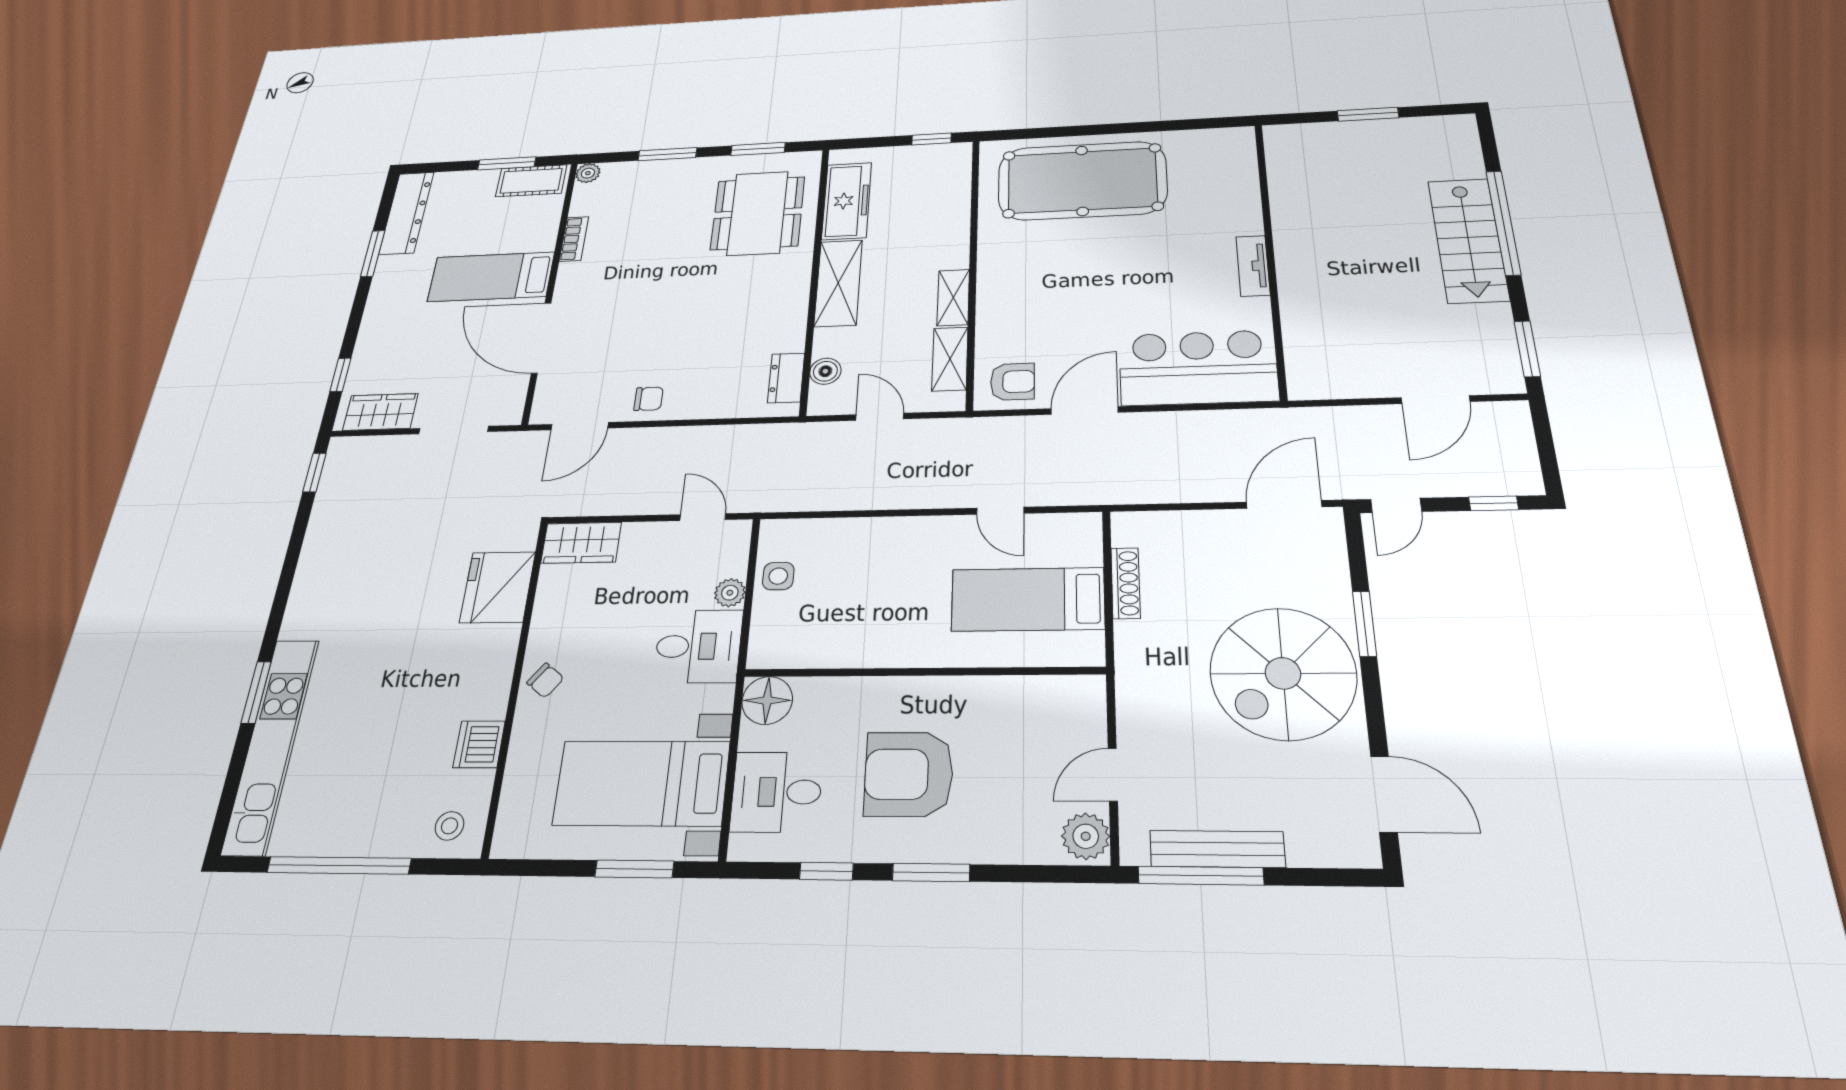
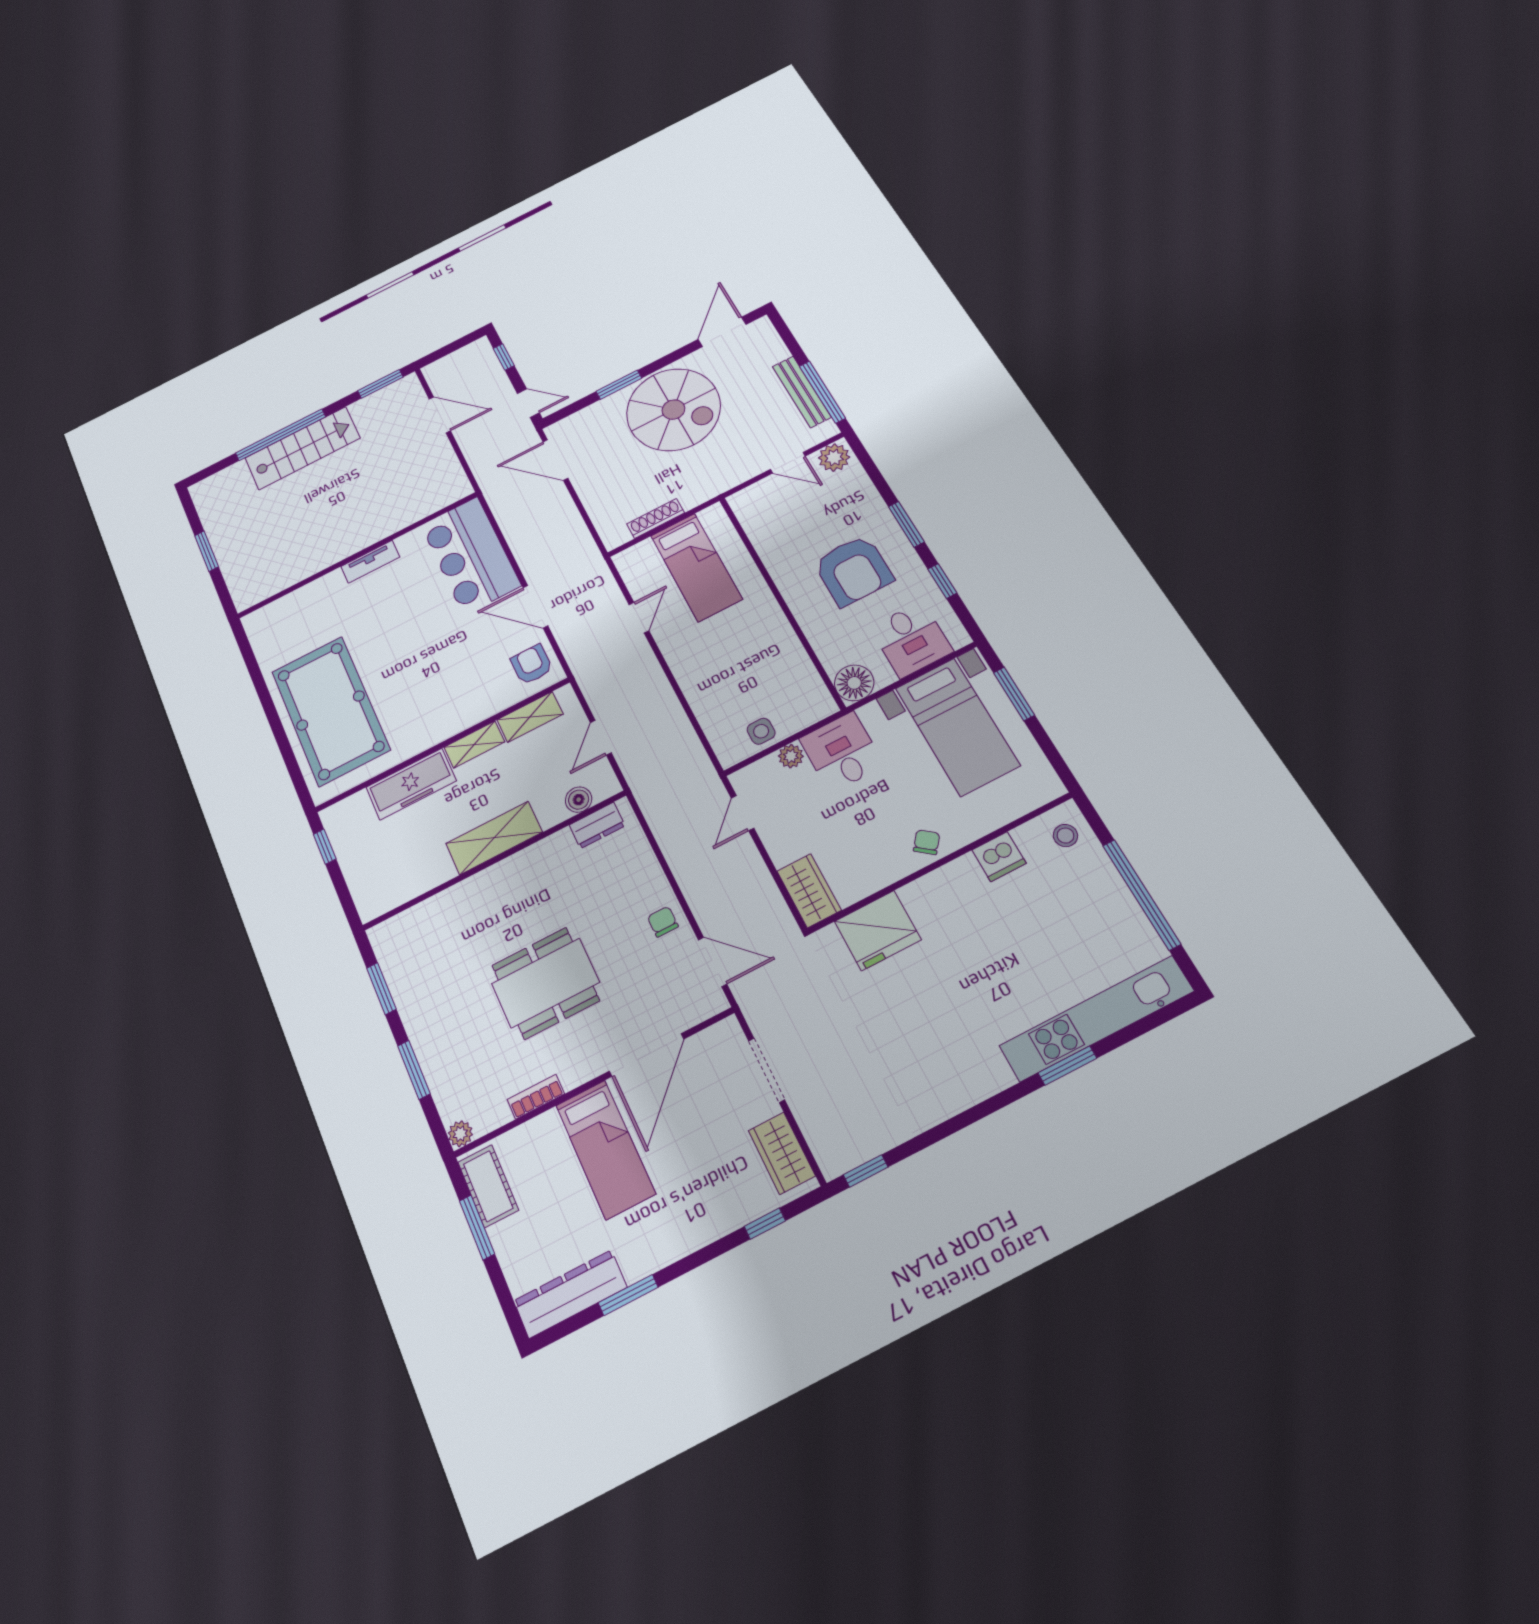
freezer: (847, 201) -> (411, 784), moved, turned 180
dining table: (758, 213) -> (545, 983), moved

